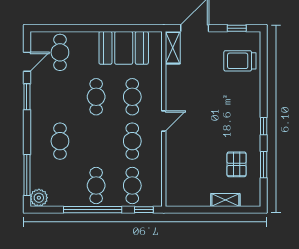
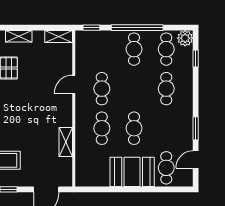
booth: (124, 48) -> (132, 172), moved
shelving: (173, 48) -> (66, 142), moved
door: (164, 121) -> (74, 84), moved
window: (27, 175) -> (196, 58), width x0.46
cafe table: (132, 186) -> (166, 49), moved
shelving: (181, 200) -> (59, 37), added

